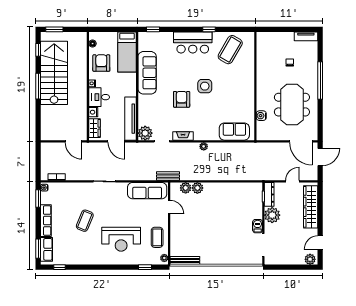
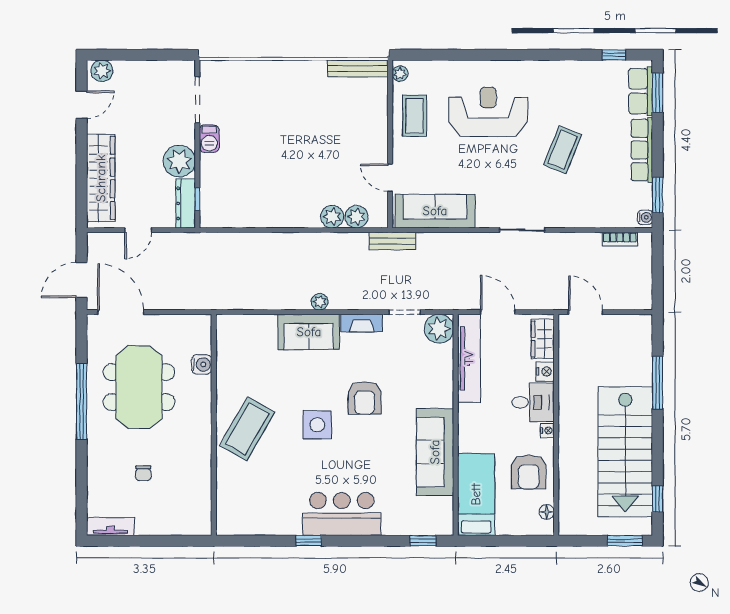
coffee table: (230, 50) -> (247, 429), moved
window: (320, 80) -> (82, 401), moved
window: (38, 86) -> (658, 383), moved
sofa: (234, 132) -> (309, 332), moved
window: (145, 267) -> (439, 55), removed

